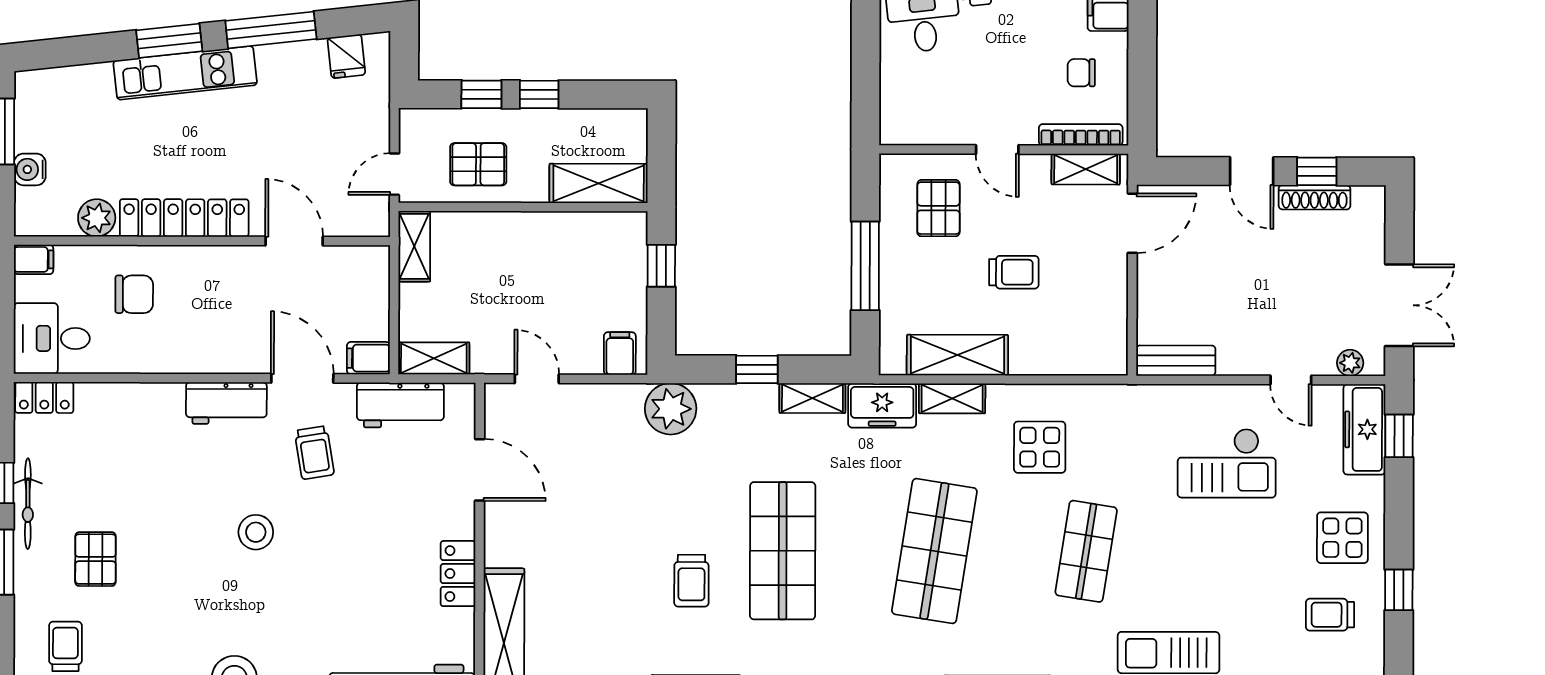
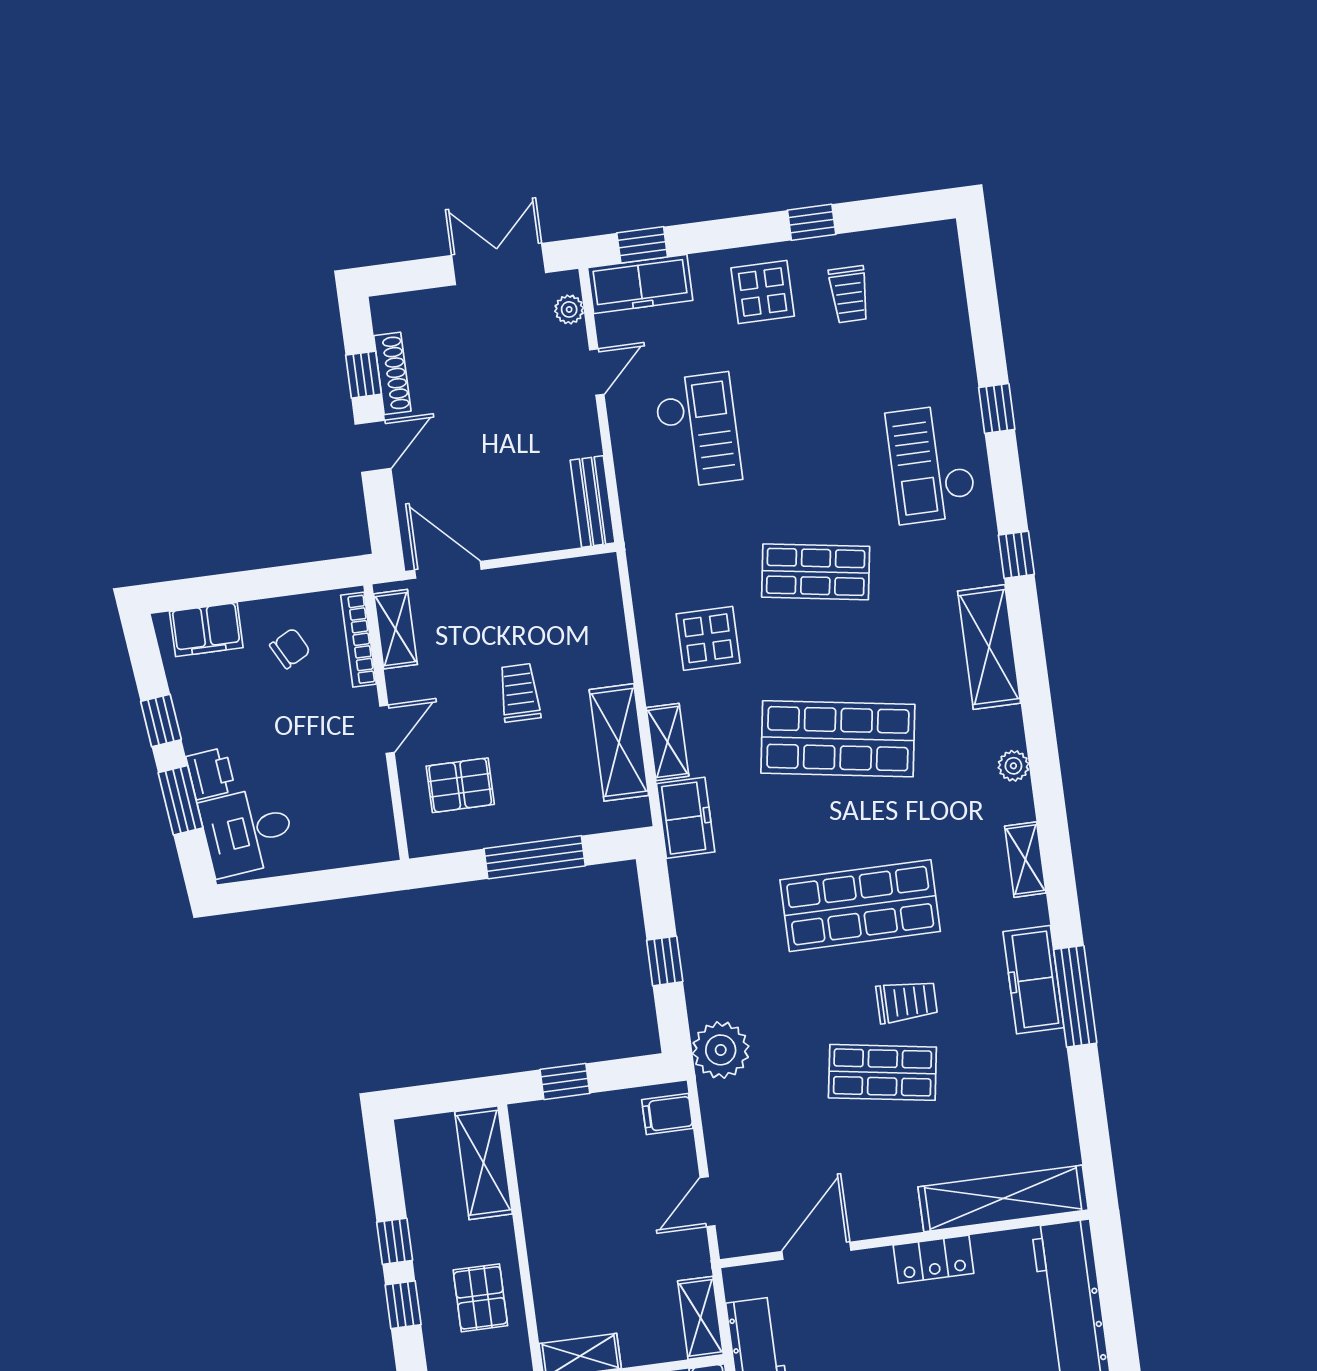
chair: (1081, 73) -> (290, 648), turned -118
shelving: (812, 398) -> (688, 896), removed
shop shelf: (631, 551) -> (882, 1072), added

